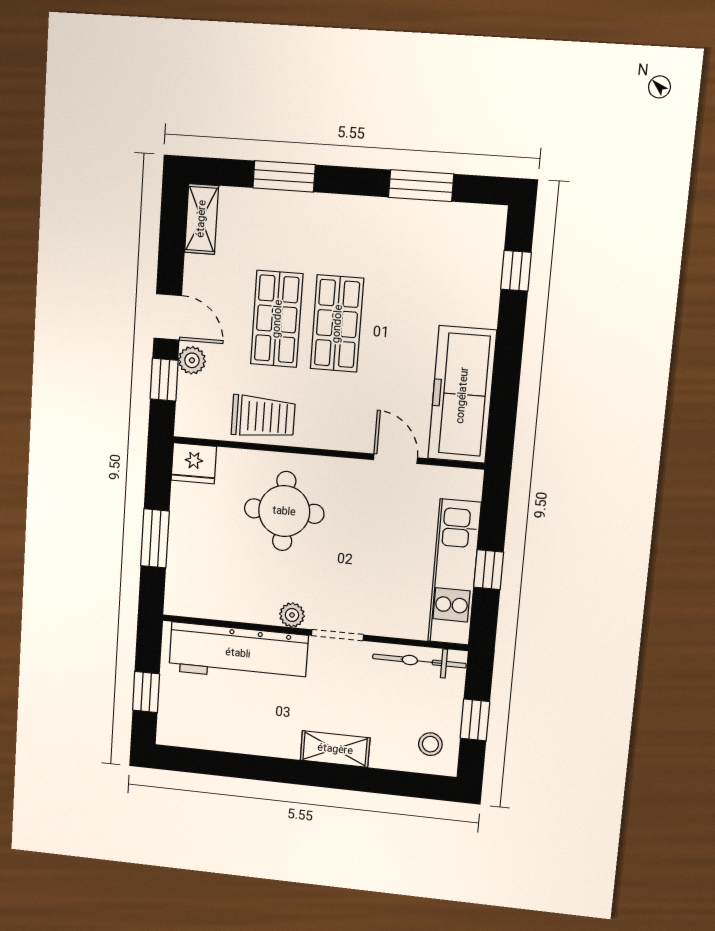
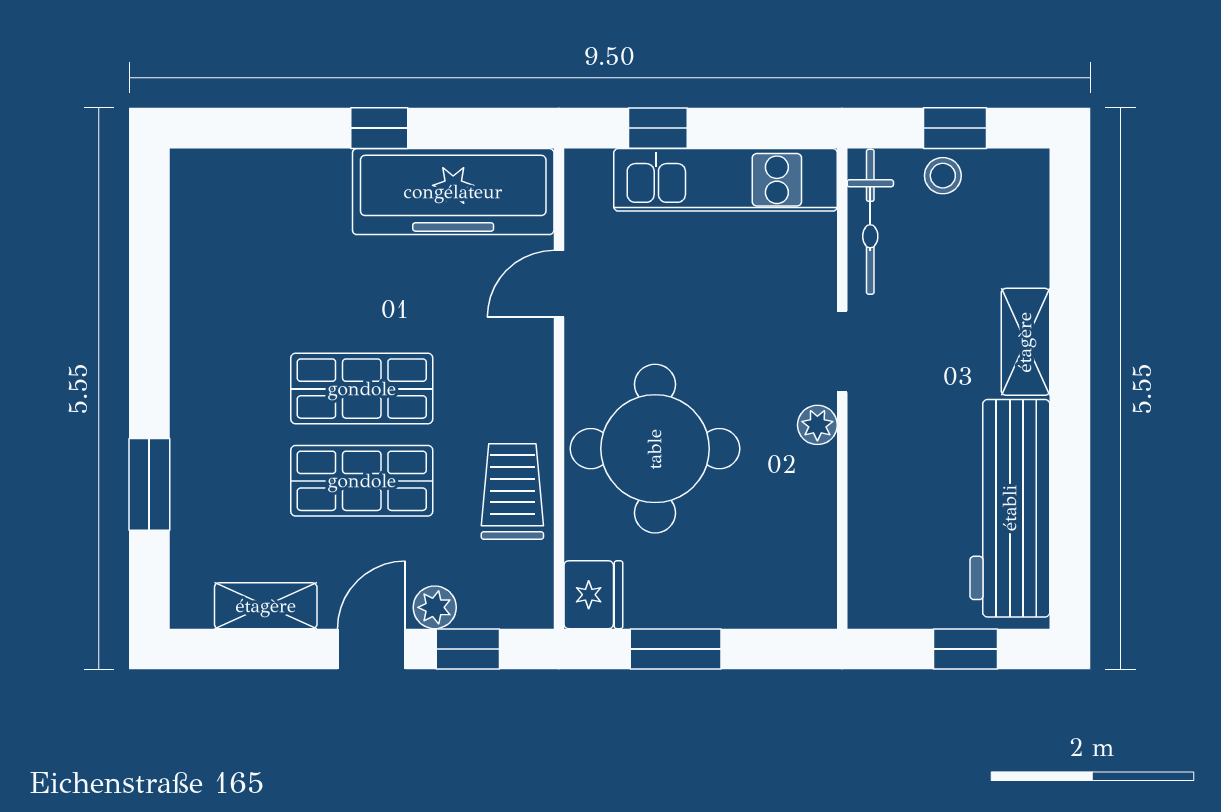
window: (421, 186) -> (149, 279), removed
shelving: (201, 219) -> (266, 606), moved
window: (516, 271) -> (379, 128), moved
round table: (284, 511) -> (655, 449), width x1.36, depth x1.36
window: (155, 538) -> (676, 649), moved
window: (489, 570) -> (658, 128), moved
workbench: (238, 653) -> (1010, 508), moved, turned 180
stool: (430, 744) -> (943, 176), moved

